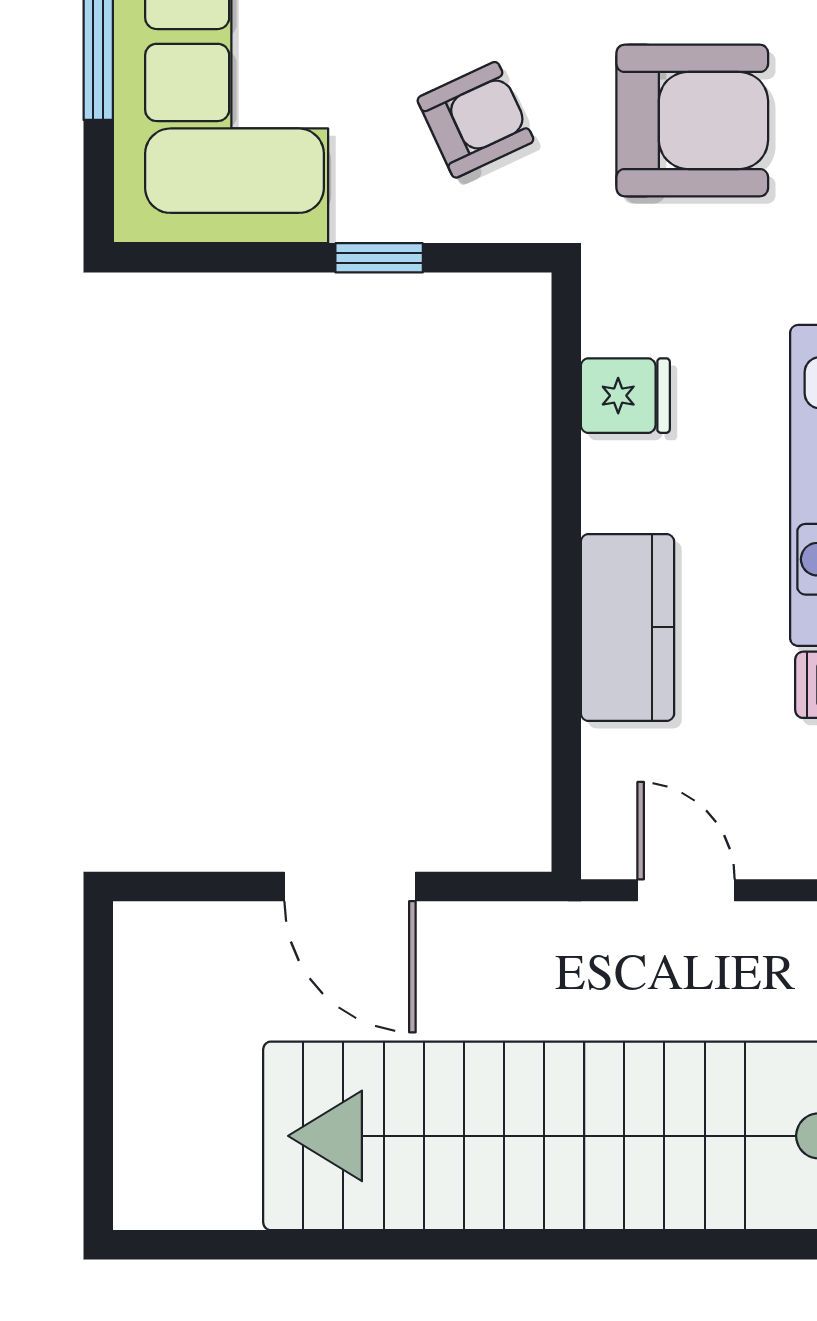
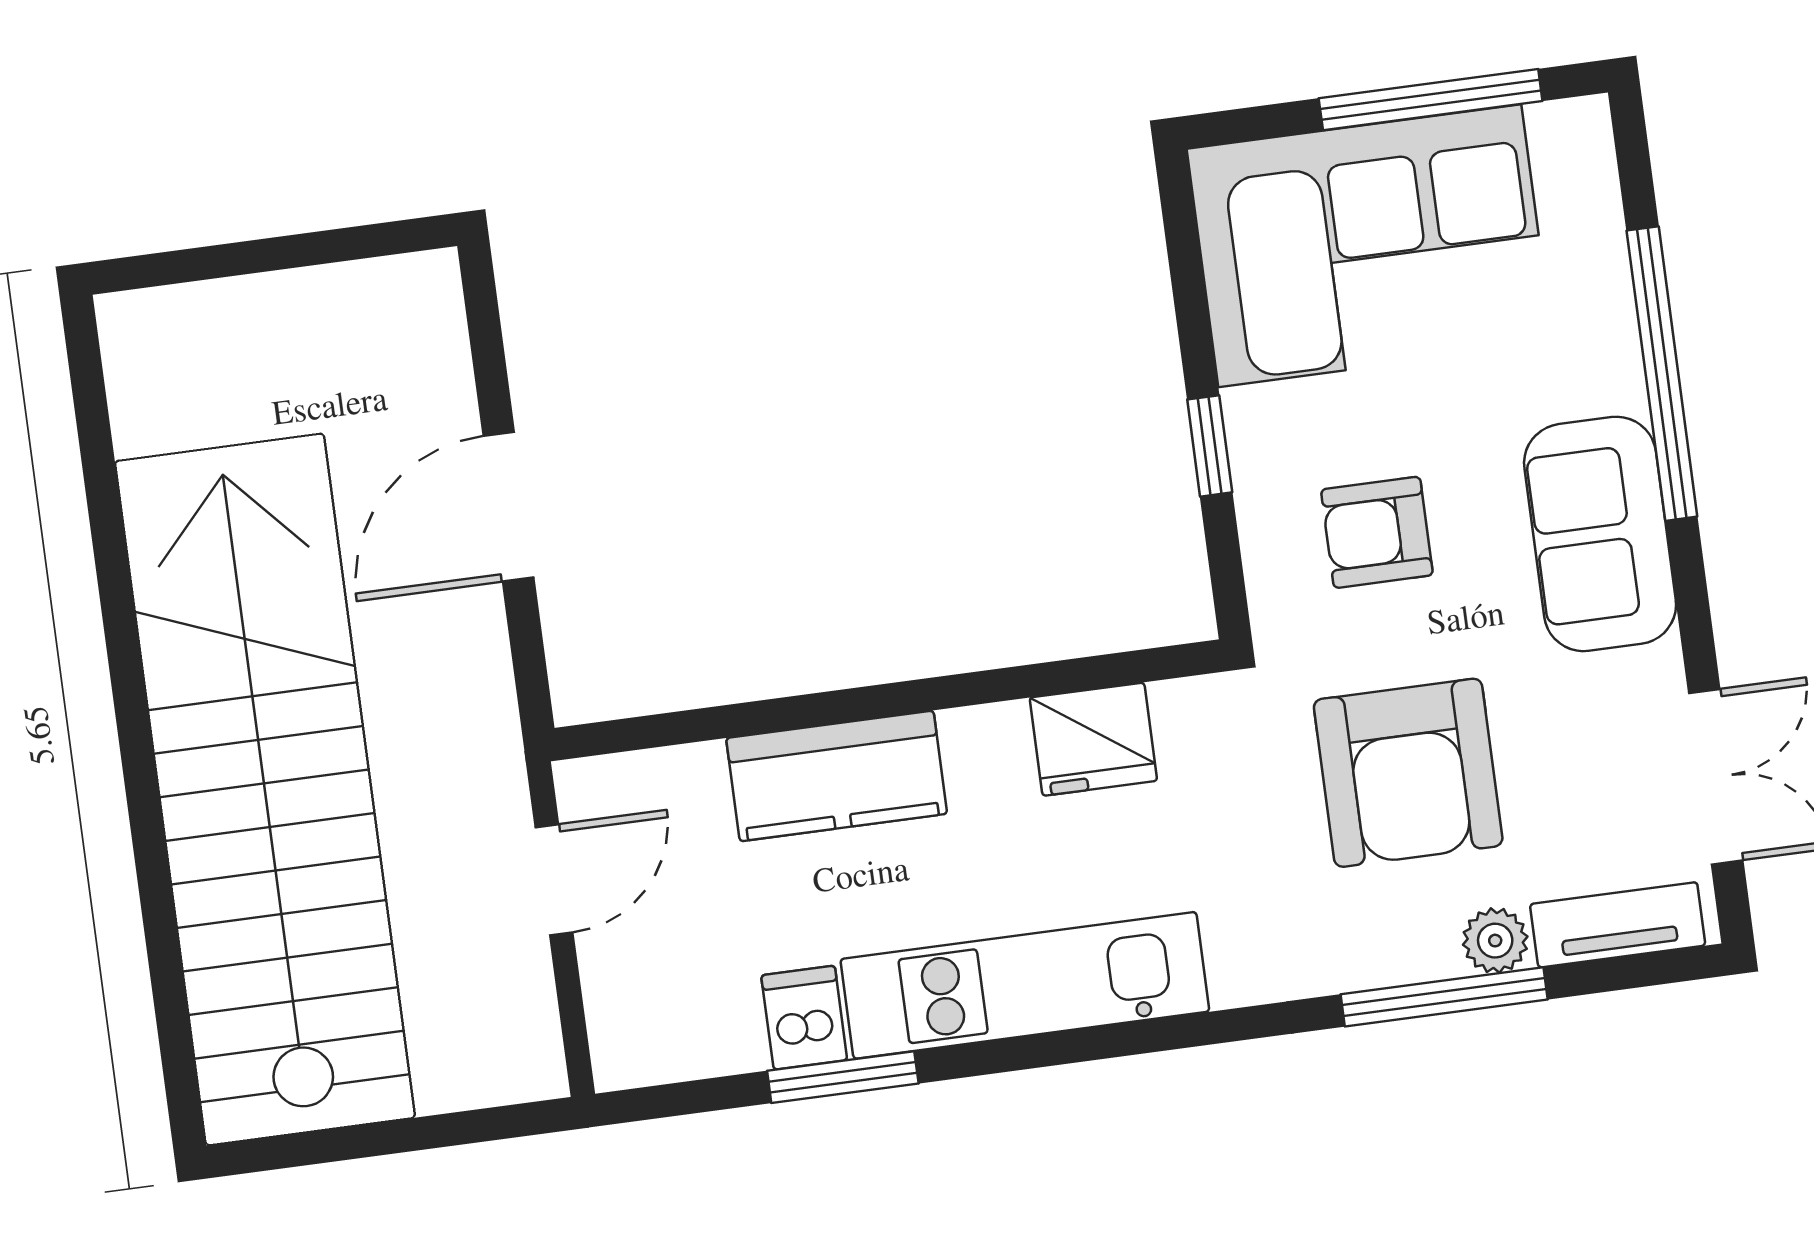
armchair: (475, 120) -> (1377, 532), turned 115
fridge: (625, 396) -> (1093, 739), width x1.38

